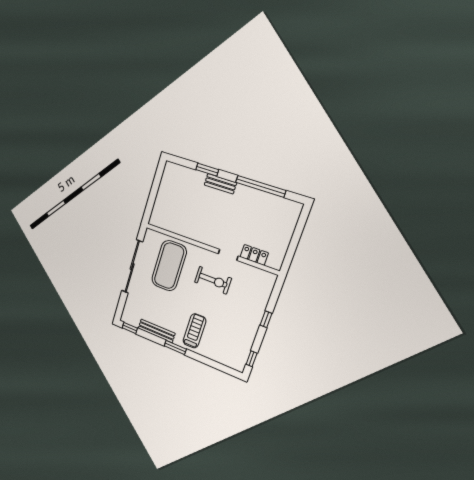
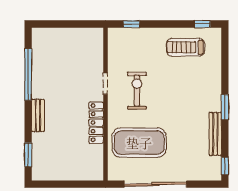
window: (207, 170) -> (28, 155), moved
locker: (254, 255) -> (96, 123), moved, width x1.53
window: (266, 319) -> (131, 24), moved
treadmill: (194, 331) -> (186, 47), moved

